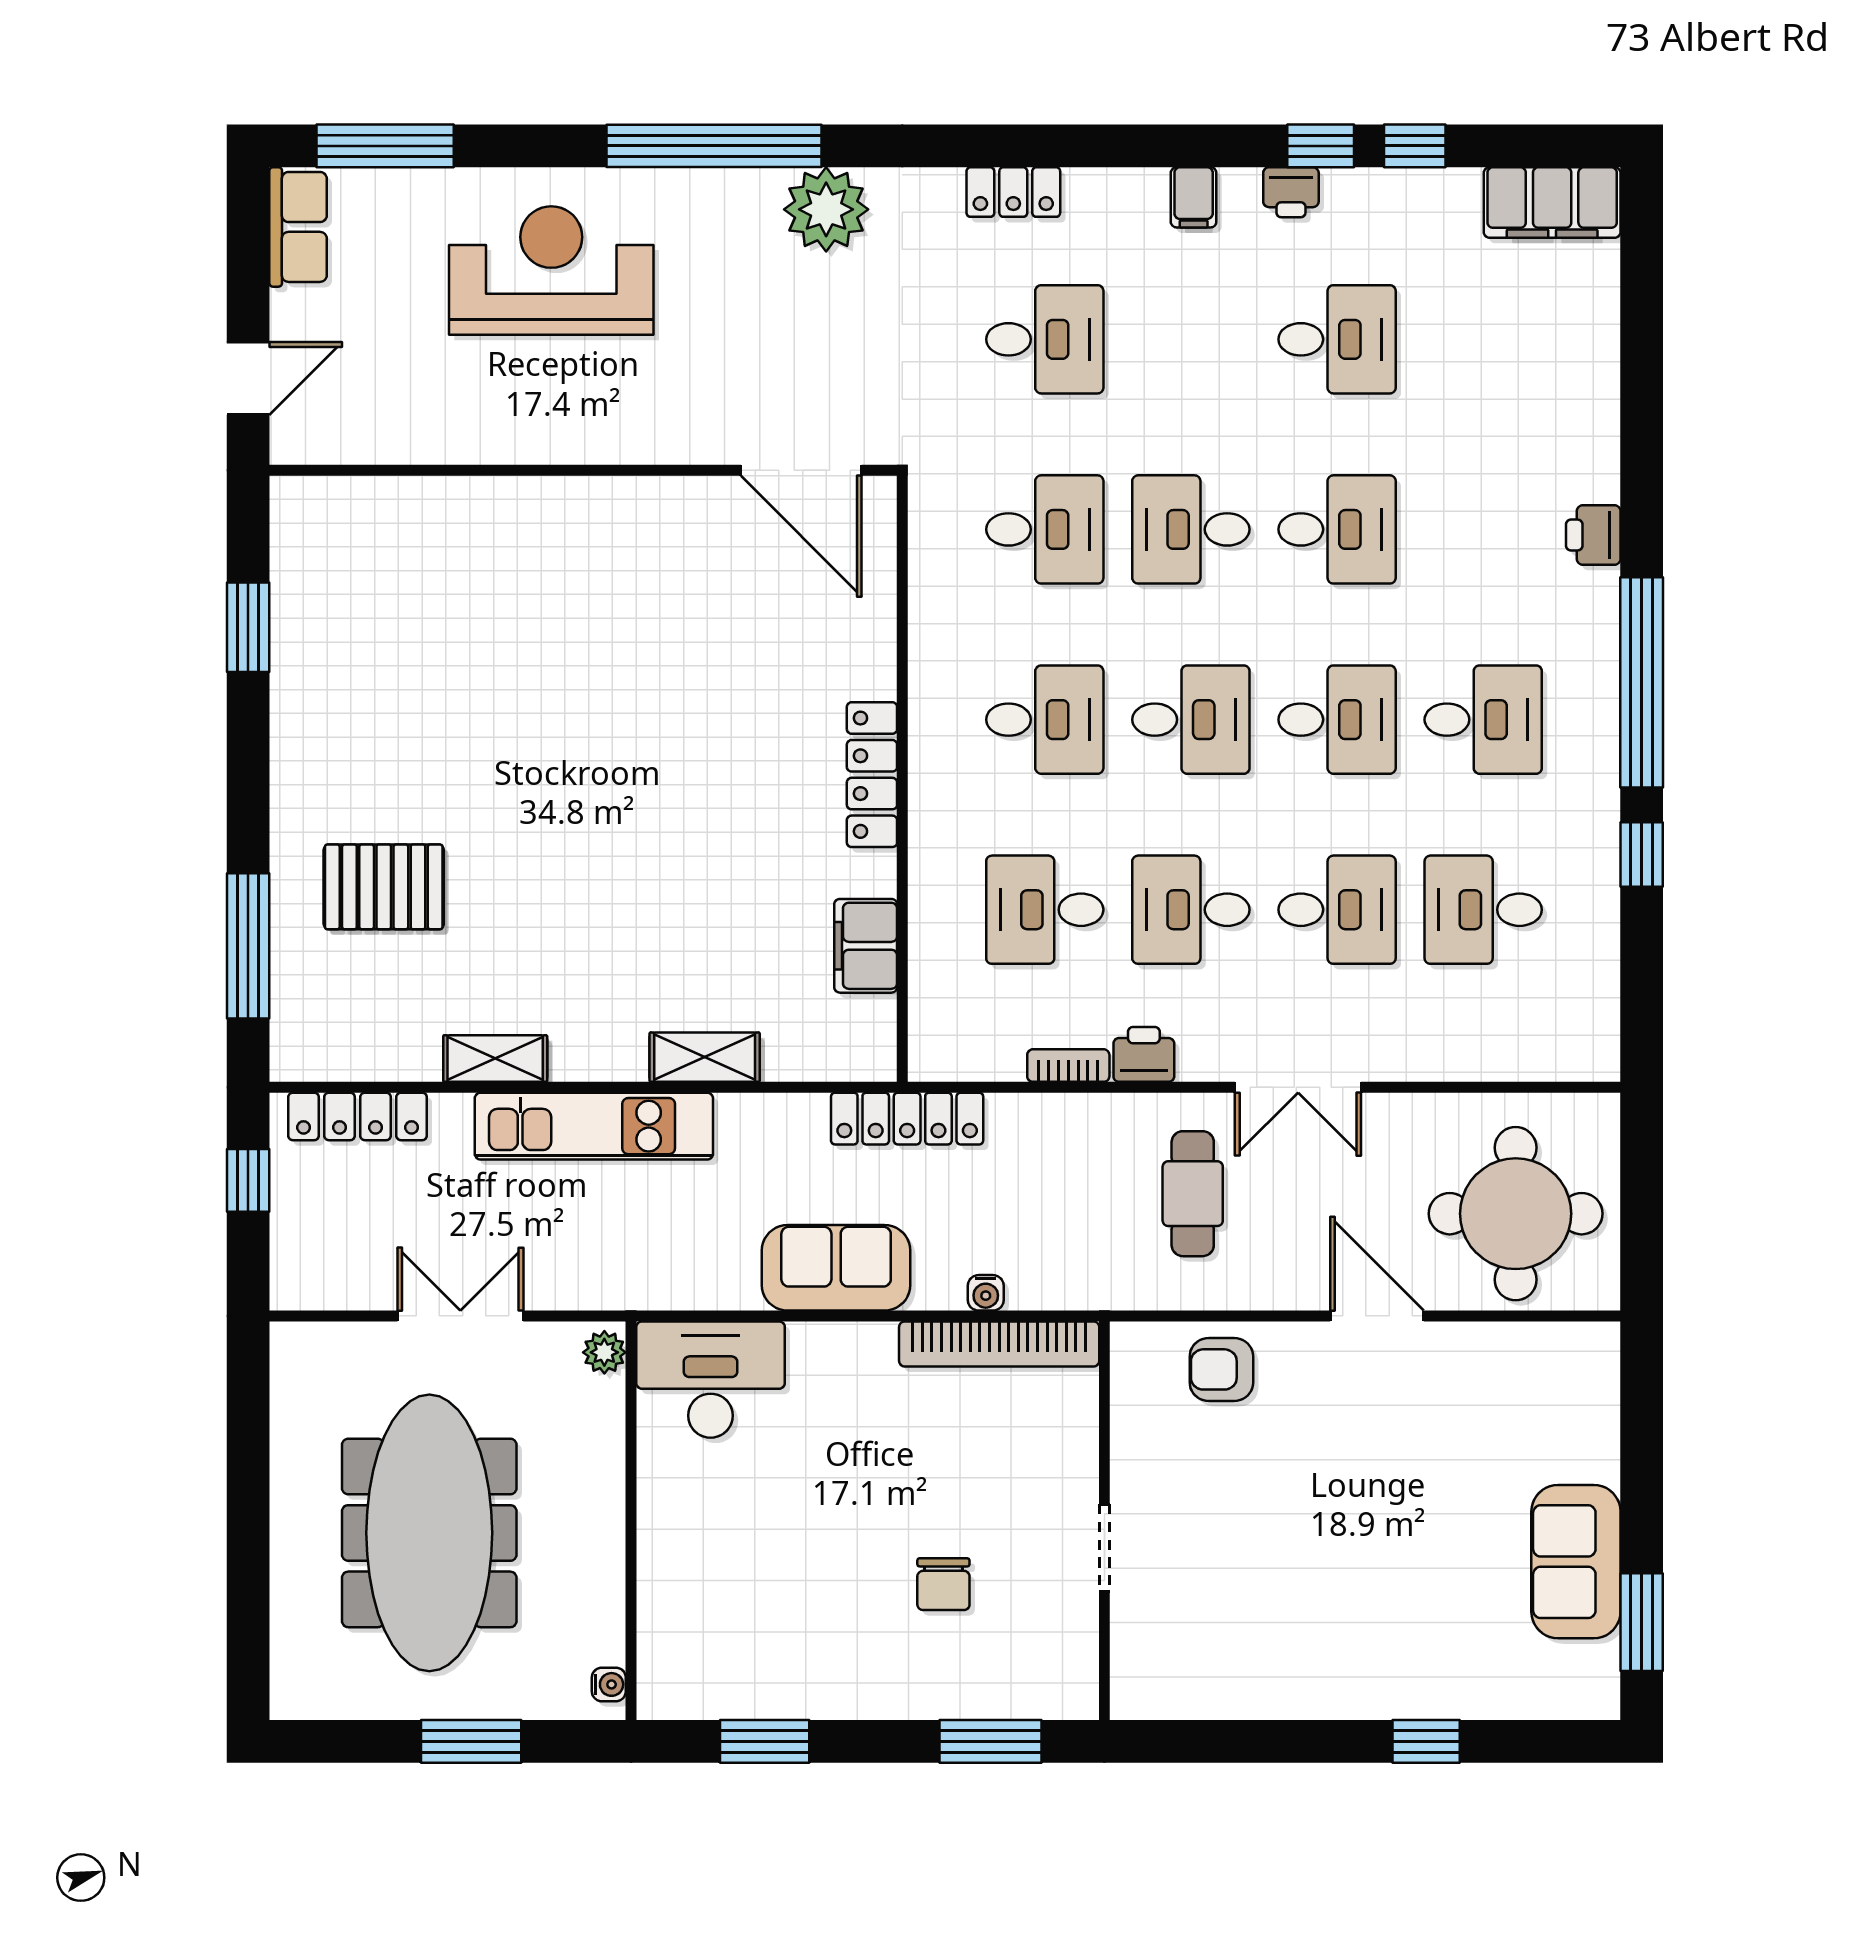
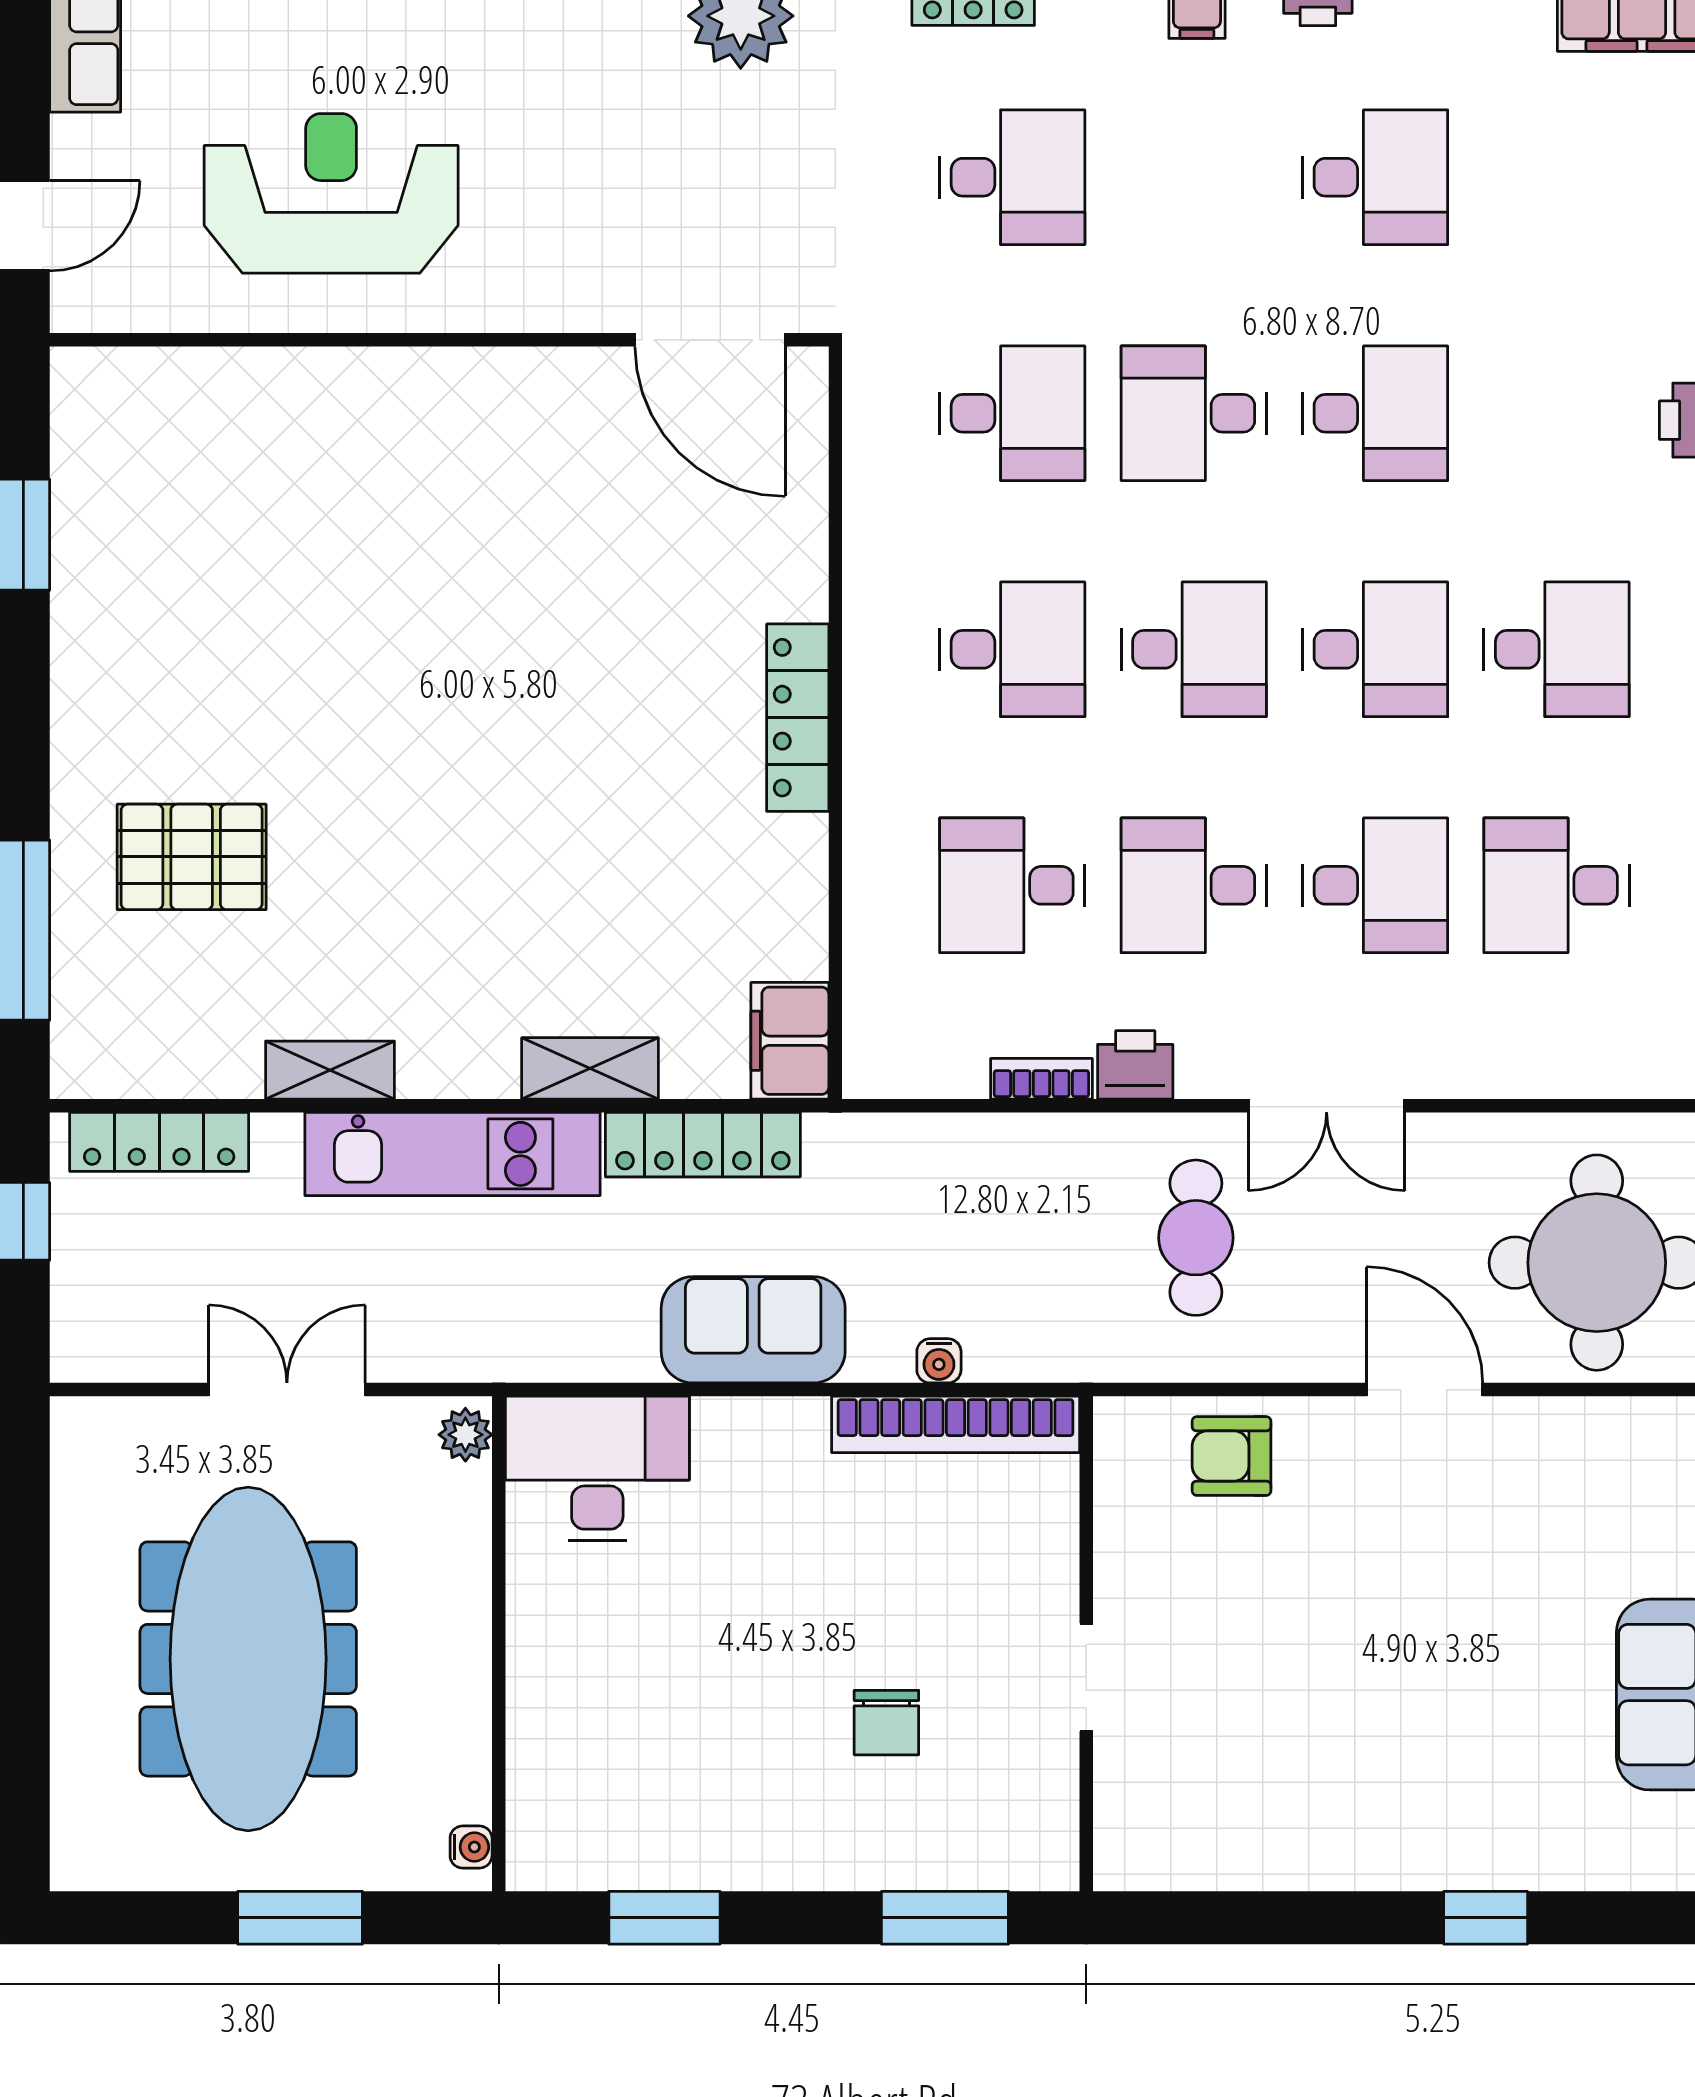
reception desk: (551, 270) -> (331, 193), moved
filing cabinet: (866, 946) -> (790, 1041), moved
locker: (907, 1119) -> (703, 1145), moved

